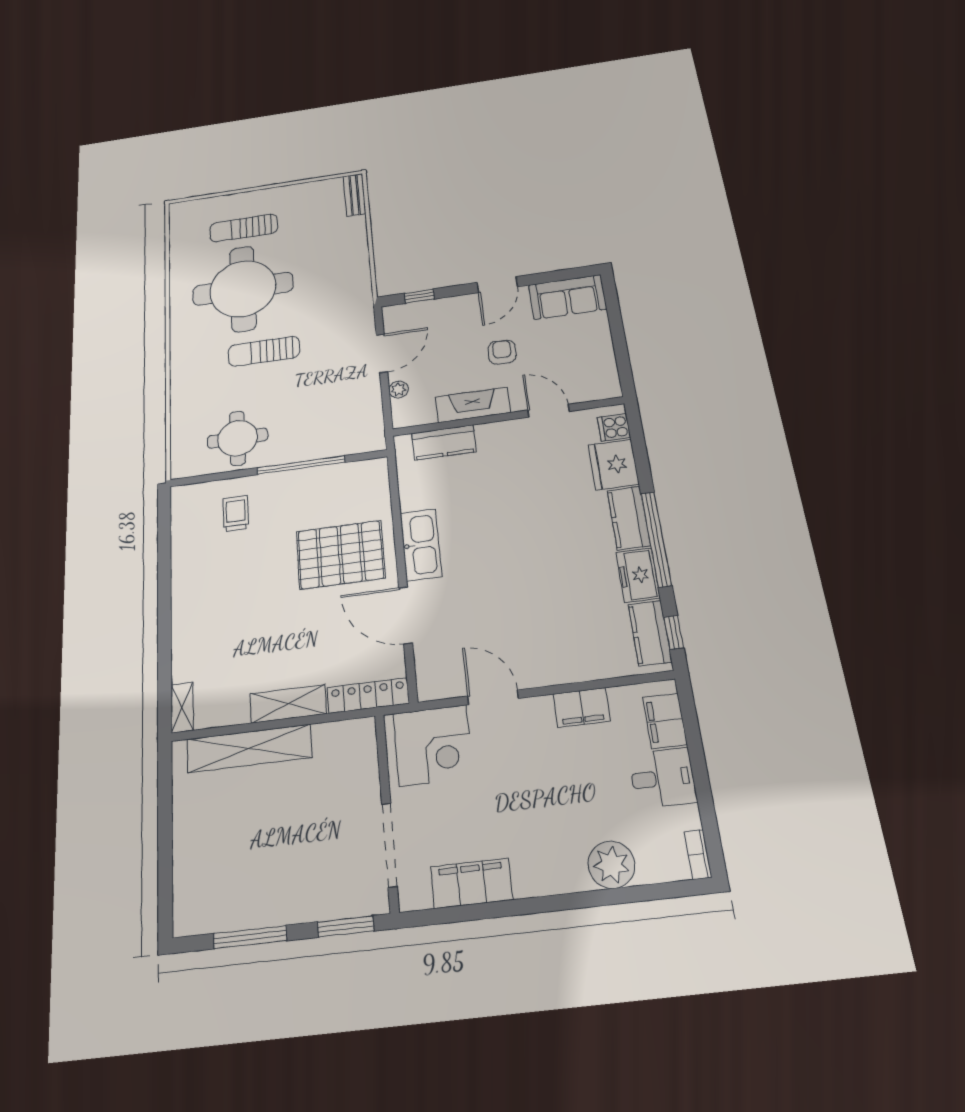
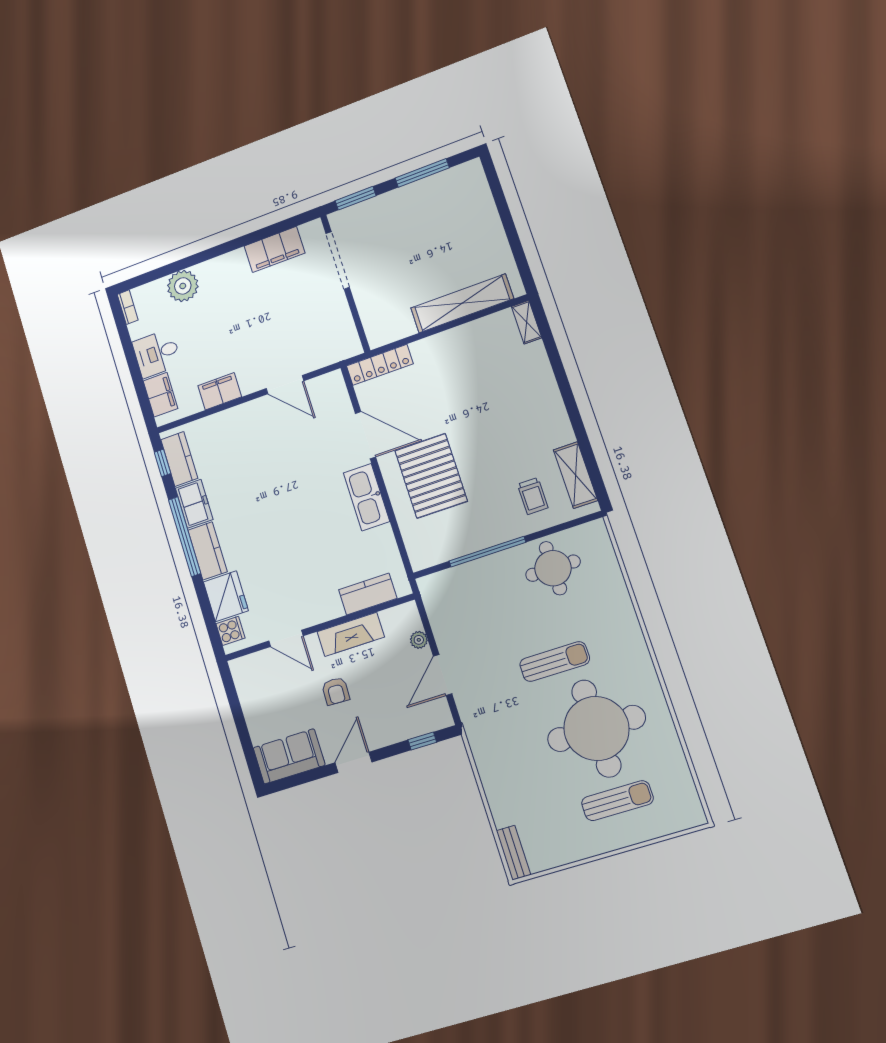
pallet: (340, 555) -> (431, 476), turned 90
shelving: (288, 704) -> (575, 475), moved, turned 90
corner desk: (433, 745) -> (322, 339), removed

